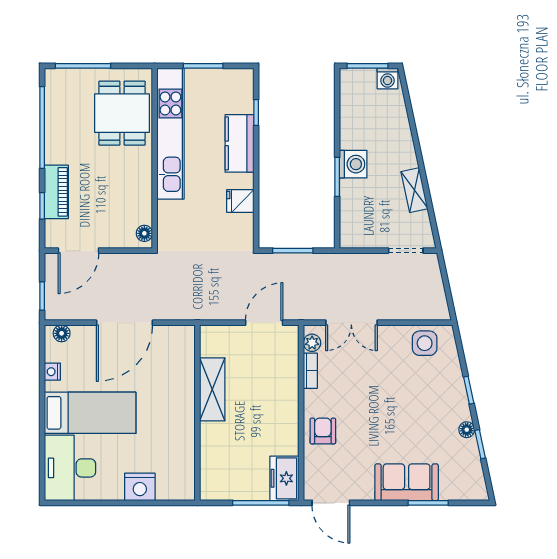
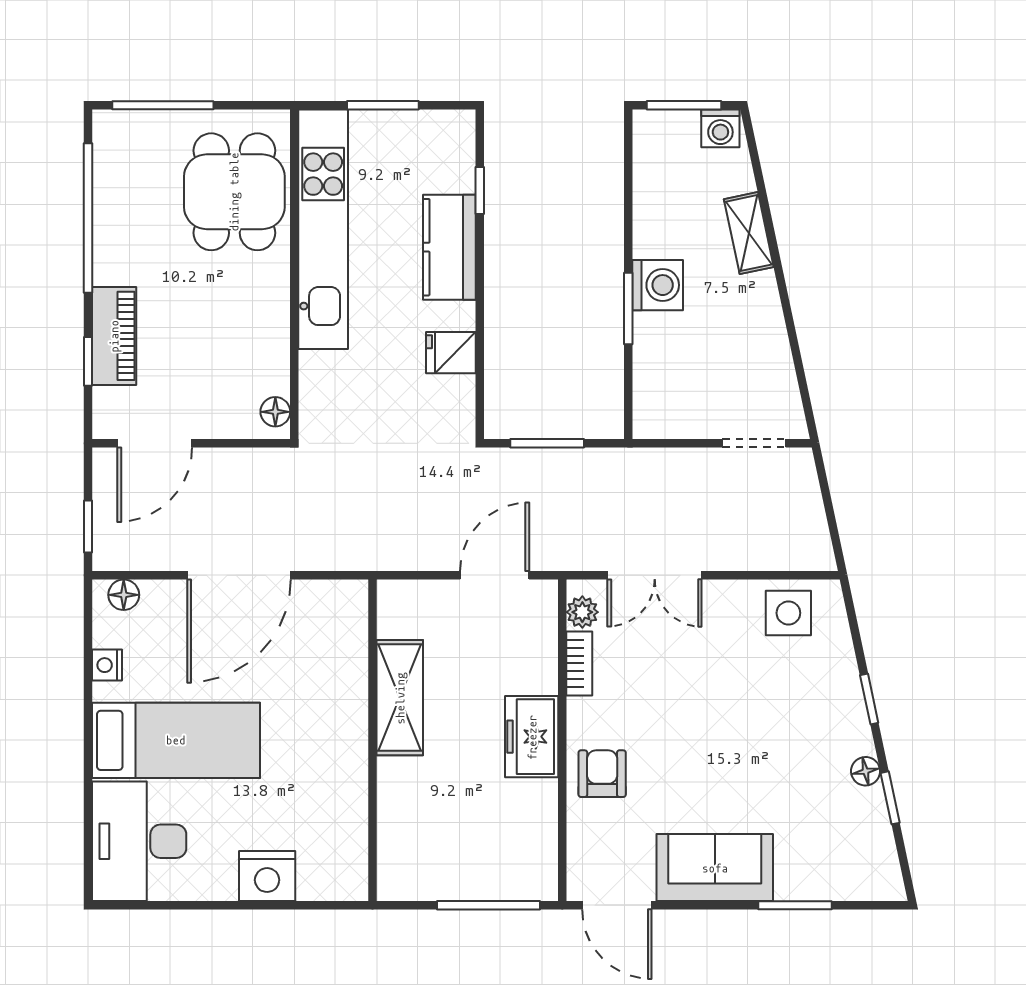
shelving: (414, 190) -> (749, 233), moved
freezer: (284, 478) -> (532, 737), moved
sofa: (407, 482) -> (715, 868), moved

